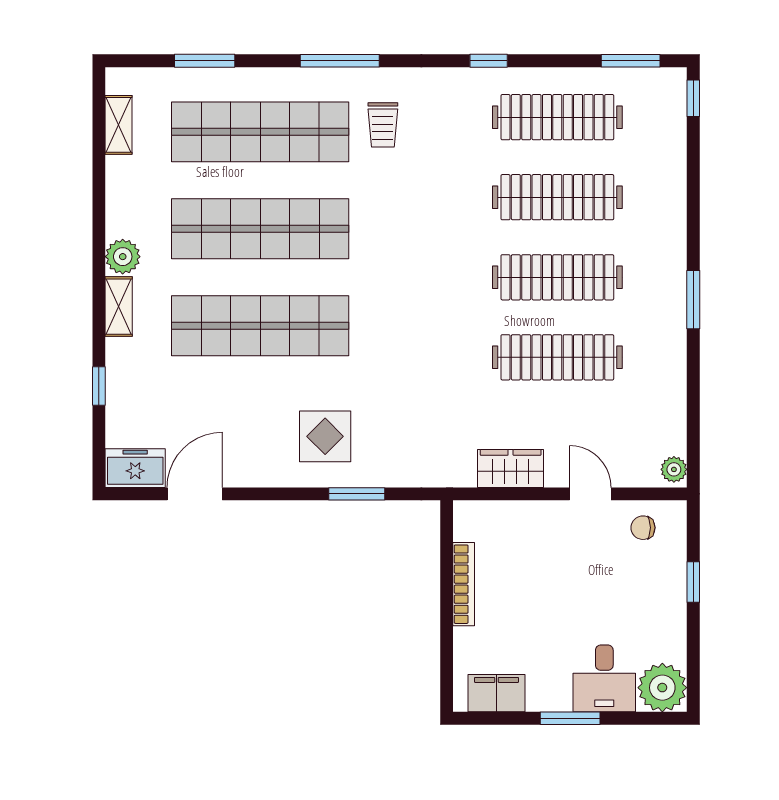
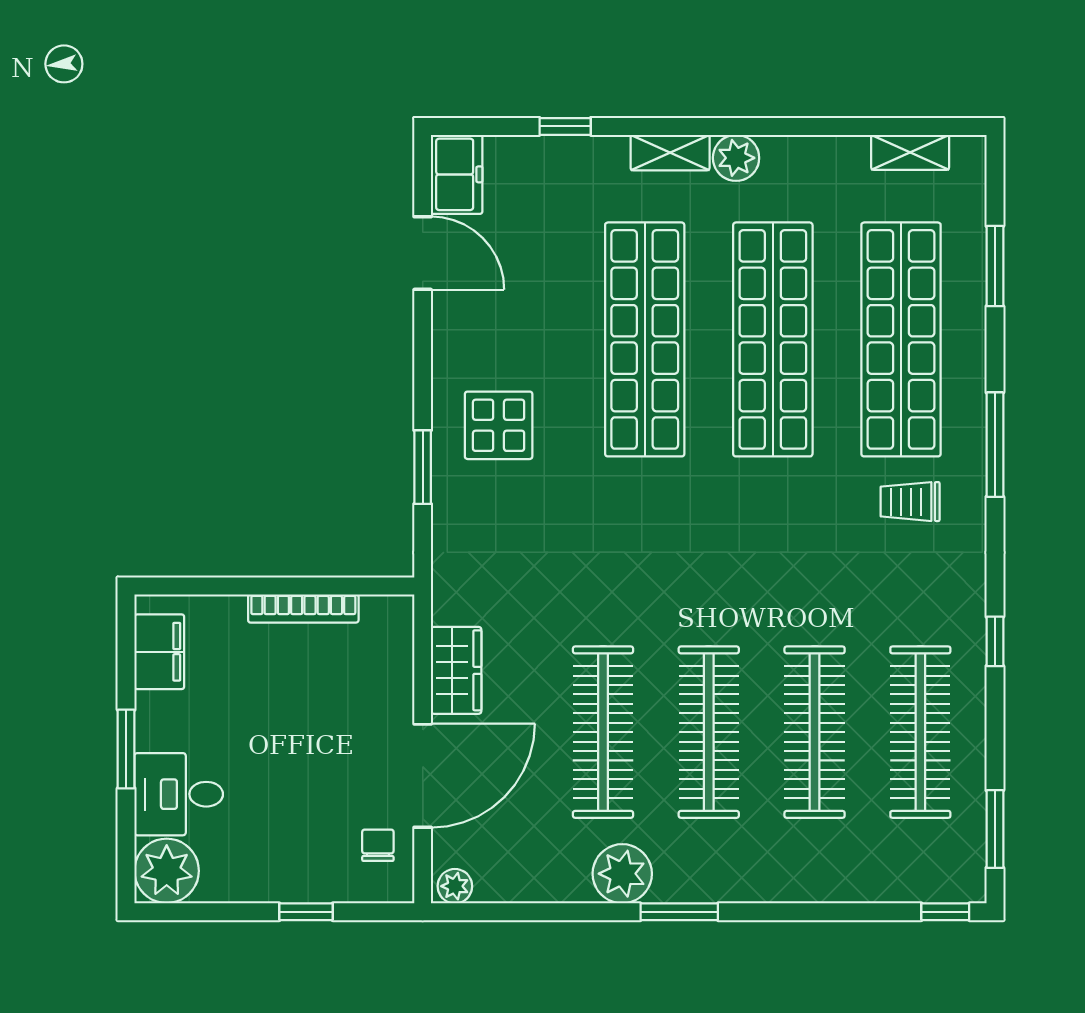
plant: (665, 343) -> (622, 874), added
door: (590, 494) -> (423, 776), width x1.88

